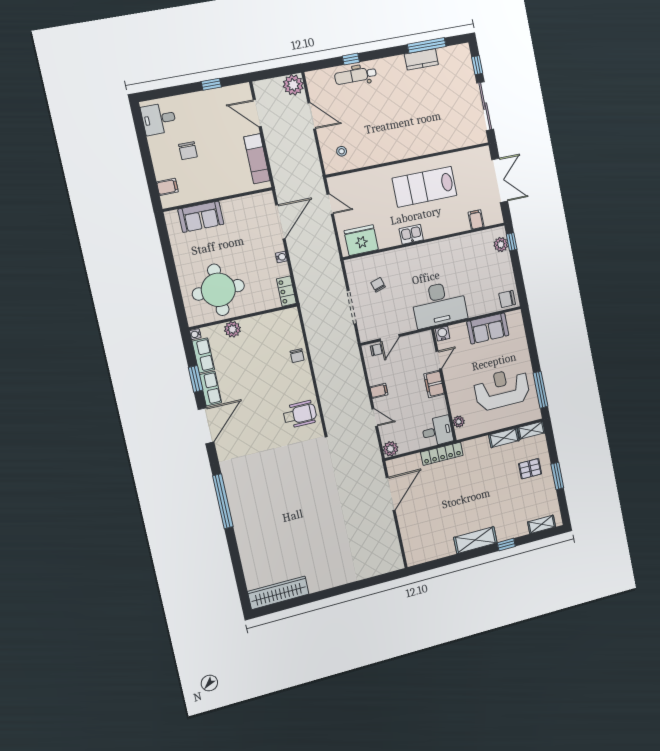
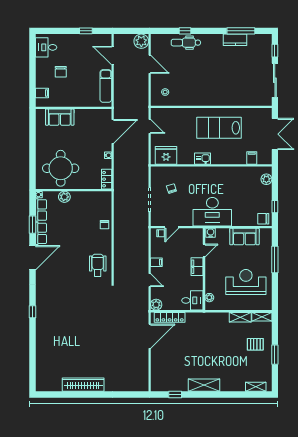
window: (512, 242) -> (275, 207), moved
window: (541, 390) -> (275, 260), moved
wheelchair: (300, 414) -> (98, 265), turned -90
locker: (442, 454) -> (170, 317), moved
window: (223, 501) -> (32, 312), width x0.32
window: (506, 545) -> (175, 394), moved
wardrobe: (278, 593) -> (83, 385), moved

